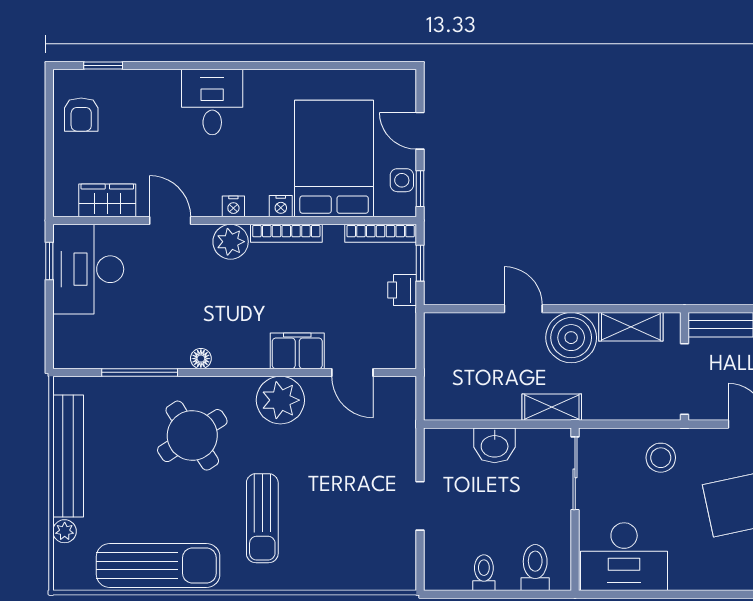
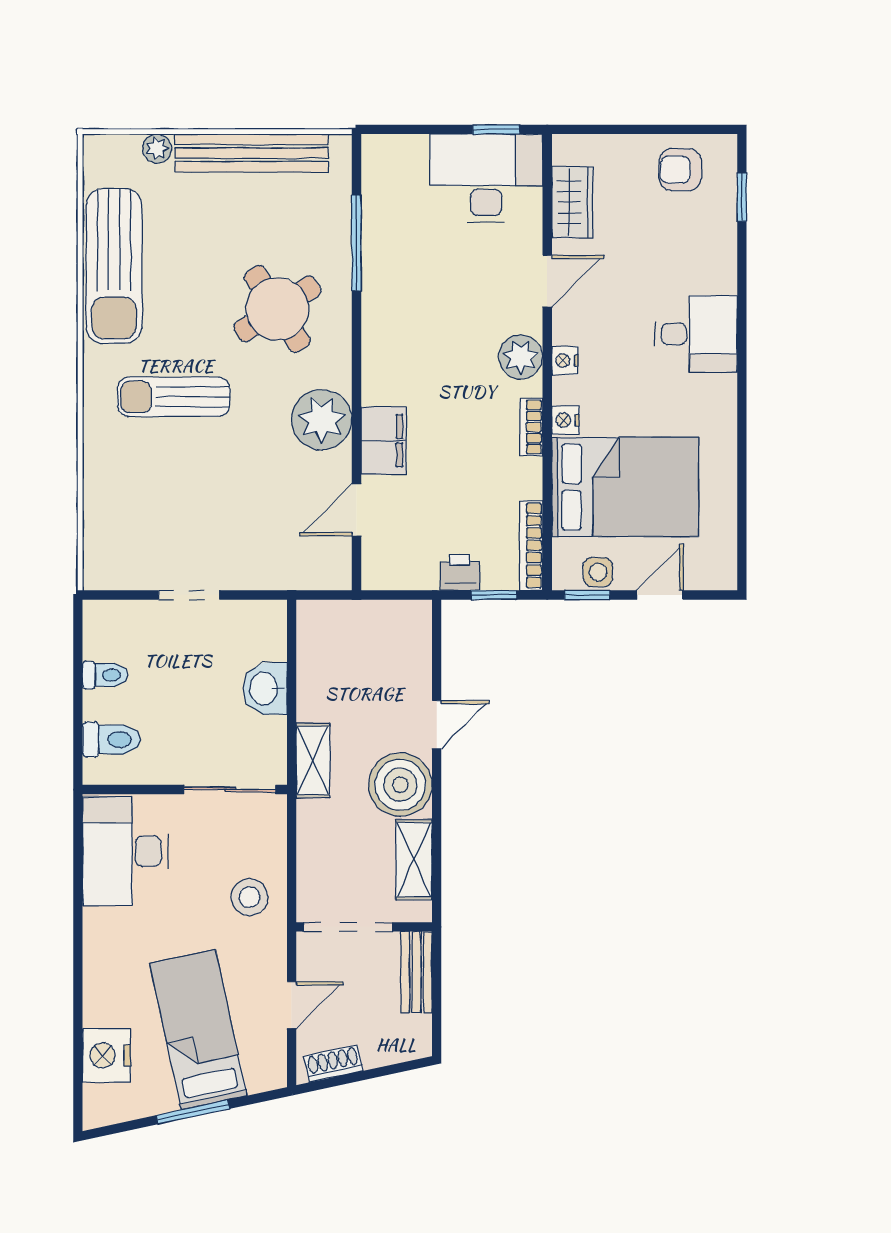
bookcase: (286, 233) -> (531, 427), width x0.64
floor lamp: (201, 359) -> (374, 320), removed

